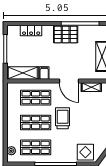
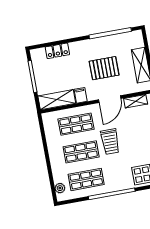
pallet: (66, 34) -> (104, 68), moved
door: (69, 81) -> (110, 99), hinge flipped
trolley: (63, 118) -> (110, 142), turned 180

